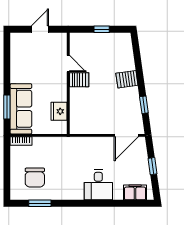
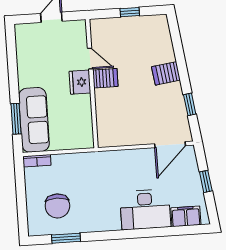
fridge: (59, 111) -> (80, 82), moved
desk: (98, 185) -> (145, 209), width x1.37

